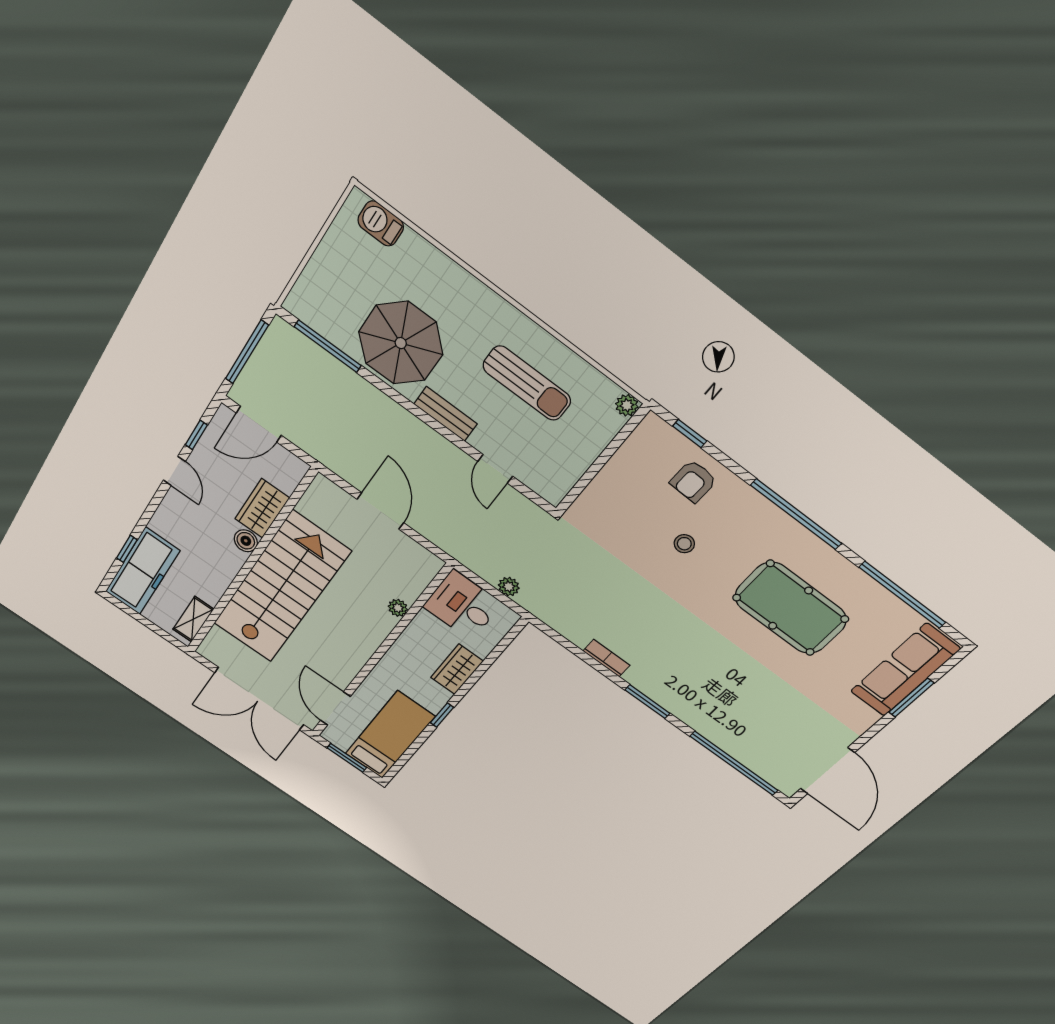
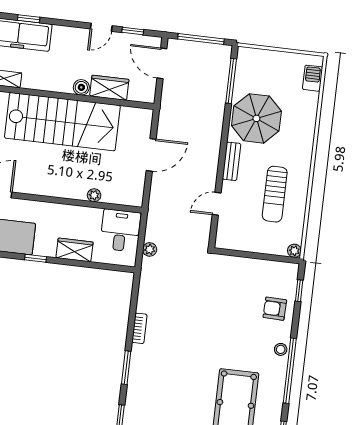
stool: (684, 544) -> (281, 349), moved

